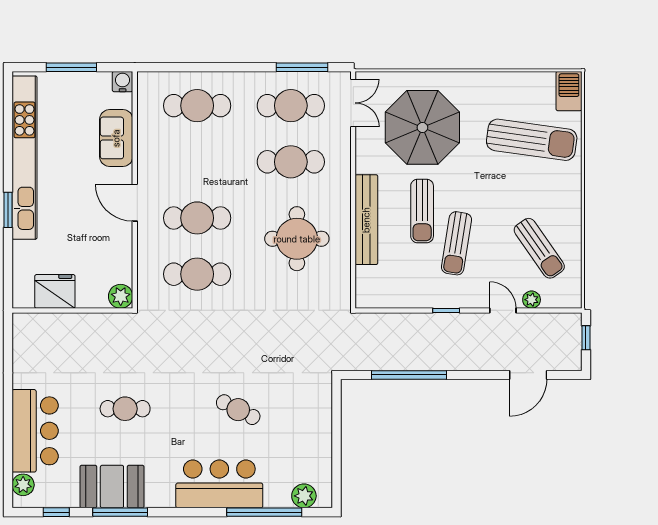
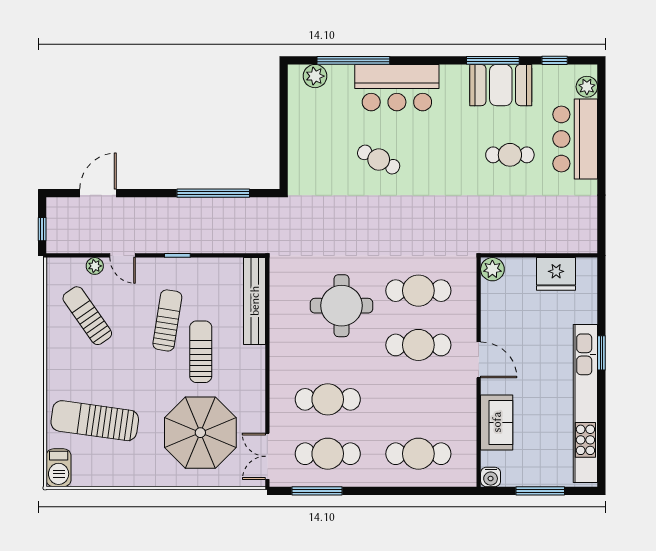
bench: (366, 220) -> (255, 301), moved
round table: (297, 239) -> (342, 306), moved
cafe table: (125, 409) -> (510, 155), moved

